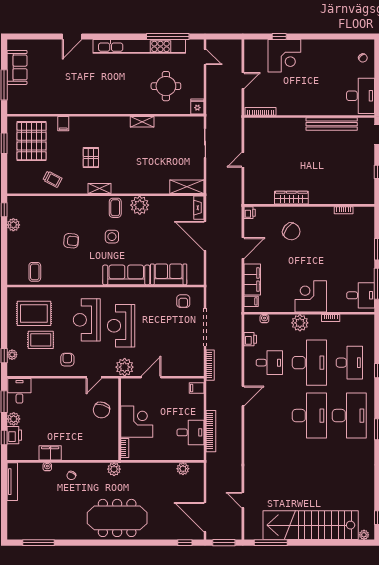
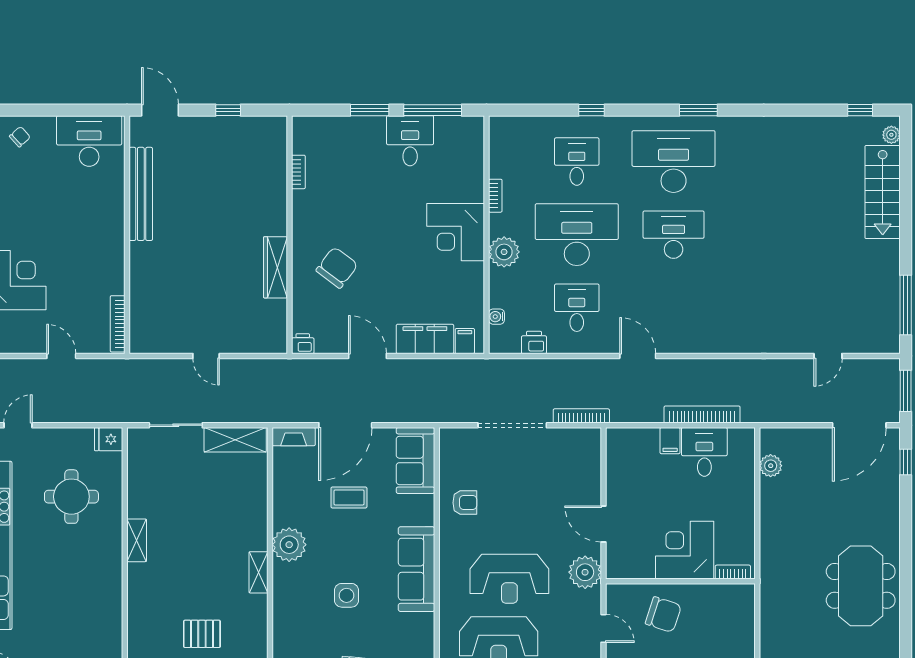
shelving: (187, 187) -> (235, 440), moved, turned 90
shelving: (99, 188) -> (258, 572), moved
coffee table: (115, 208) -> (349, 497), moved
sofa: (169, 274) -> (415, 460), moved
desk: (361, 295) -> (410, 141), moved
armchair: (183, 301) -> (465, 503), moved
desk: (349, 363) -> (577, 162), width x0.73
filing cabinet: (197, 388) -> (670, 441), moved
desk: (309, 416) -> (674, 235), width x0.73, depth x0.77
plant: (114, 469) -> (771, 592), removed
meeting table: (117, 518) -> (861, 586), width x0.73
stairs: (311, 525) -> (883, 192), width x0.54, depth x0.66

